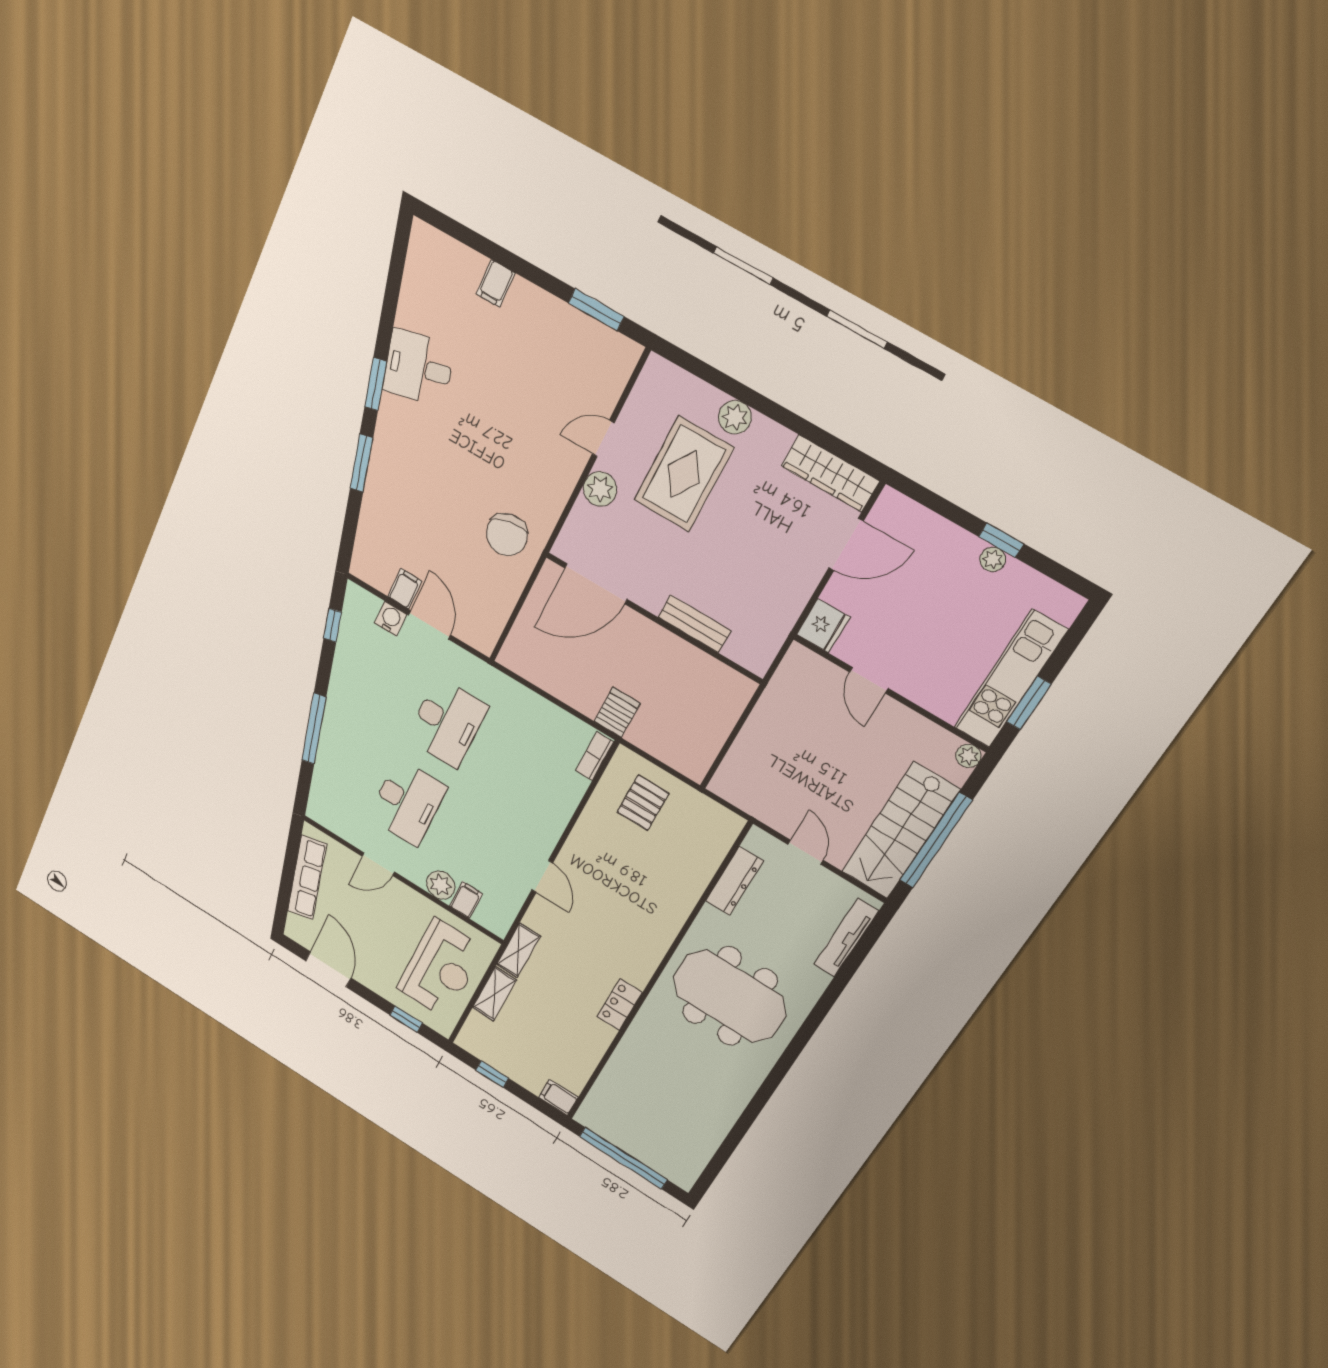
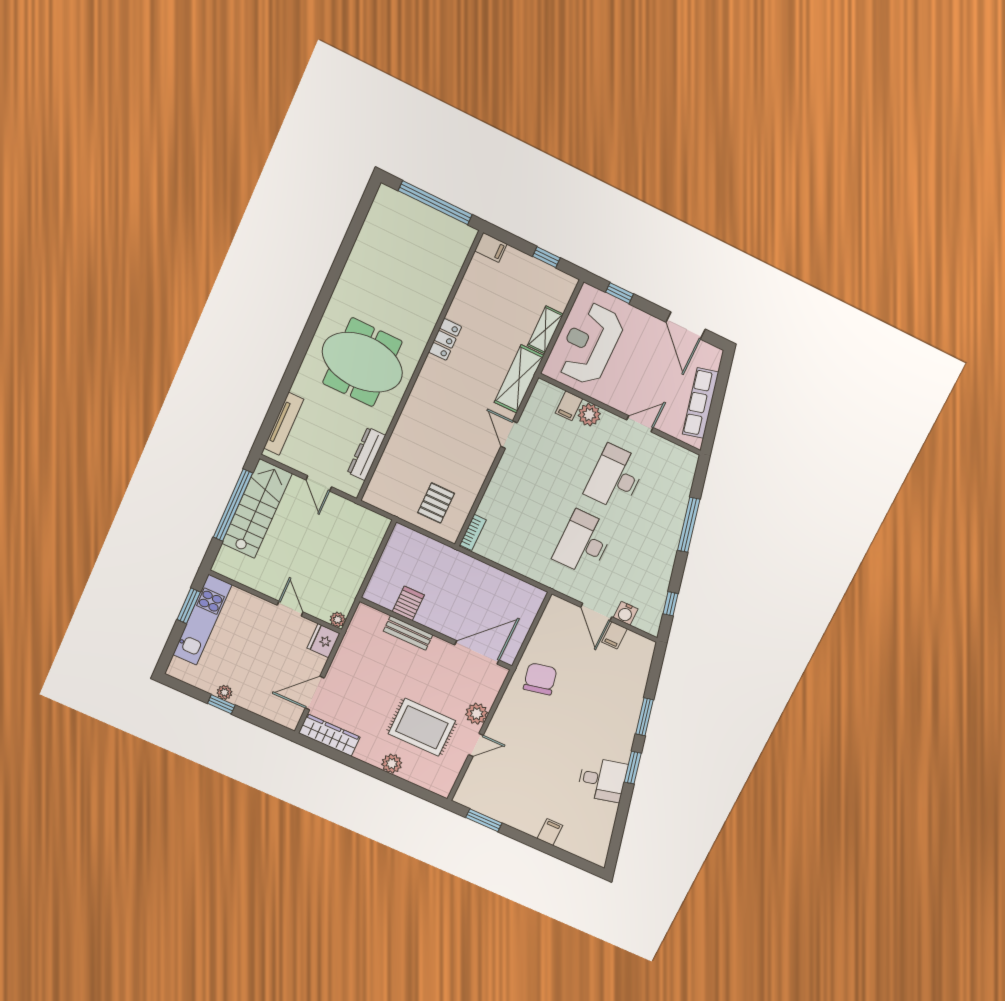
rug: (684, 474) -> (422, 727), turned 90
server rack: (617, 712) -> (408, 603), moved, turned 180
plant: (968, 756) -> (338, 620), moved
shelving: (518, 950) -> (519, 379), width x1.50, depth x1.33

